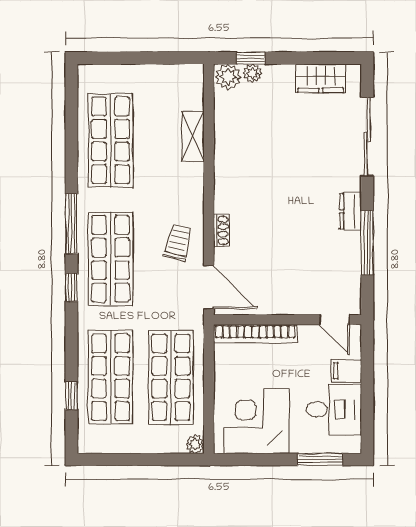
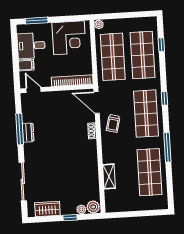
window: (251, 58) -> (70, 218), moved
dresser: (351, 211) -> (28, 133), moved
window: (72, 224) -> (167, 147), moved

